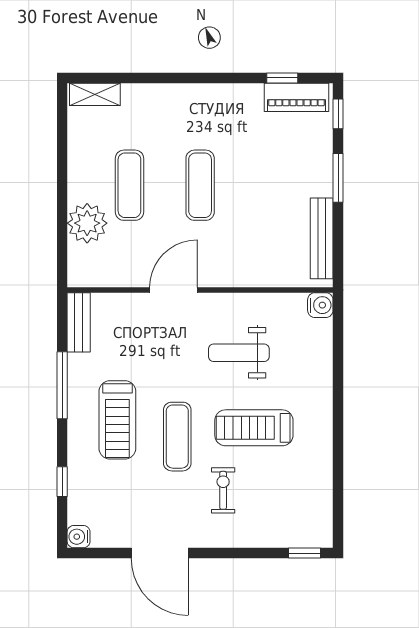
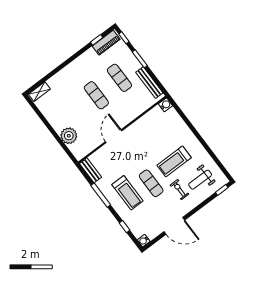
exercise mat: (129, 185) -> (119, 78), moved
weight bench: (239, 353) -> (200, 180), moved

